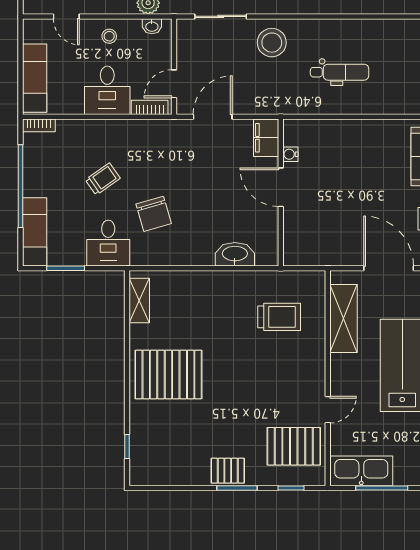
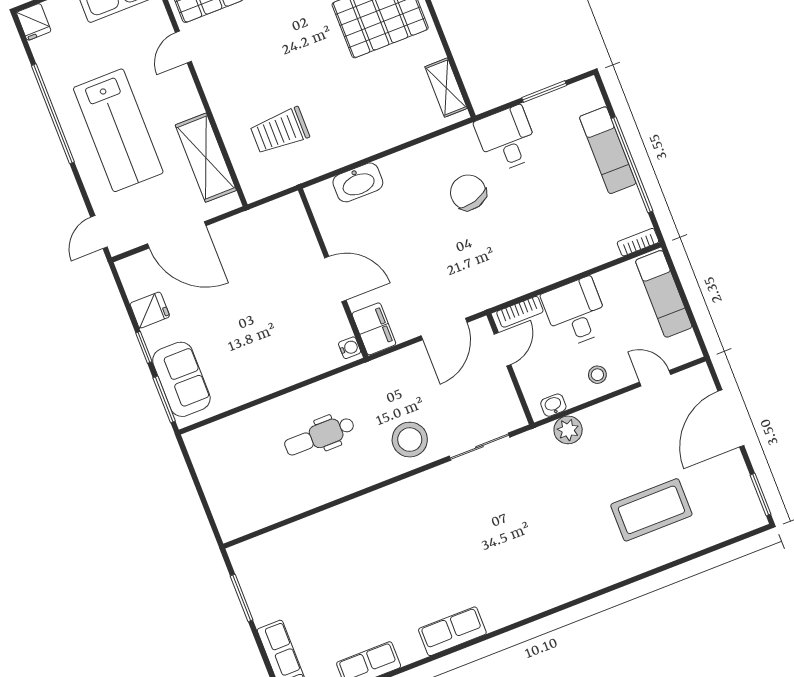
water cooler: (290, 154) -> (350, 348), moved
trolley: (103, 179) -> (541, 210), removed
exam couch: (35, 232) -> (608, 150), moved

